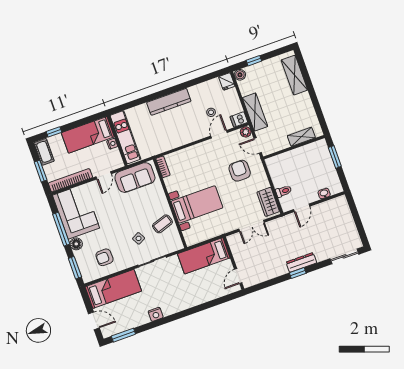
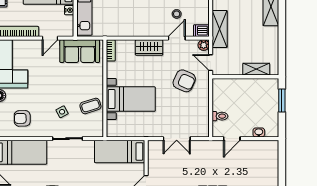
armchair: (240, 171) -> (184, 81), turned 114
wardrobe: (268, 202) -> (149, 48), moved, turned -90

